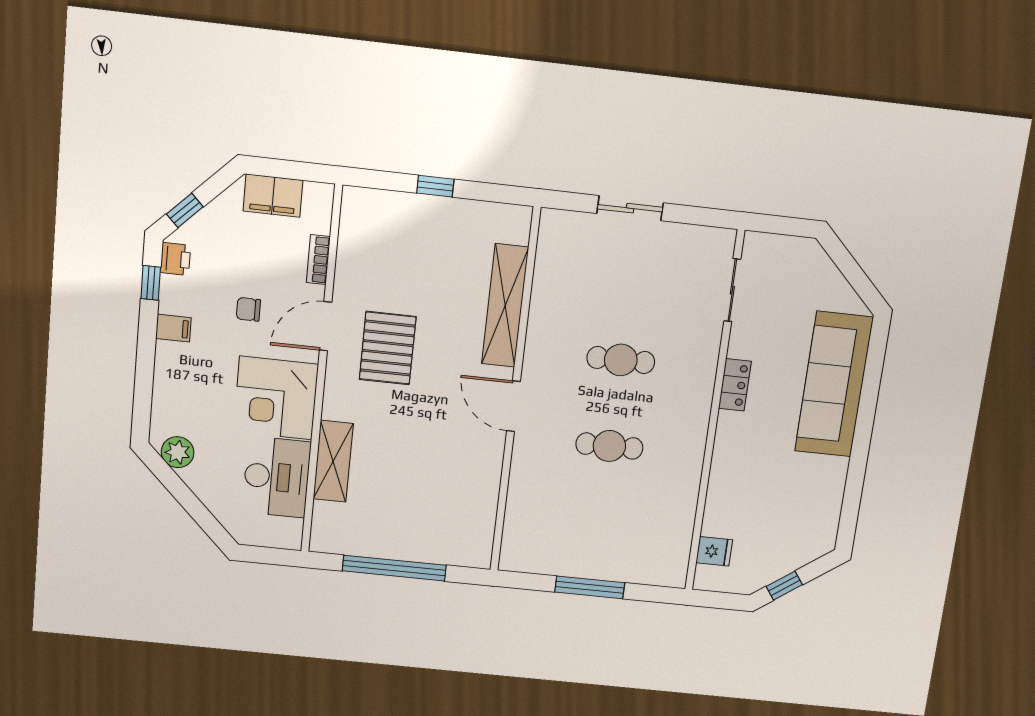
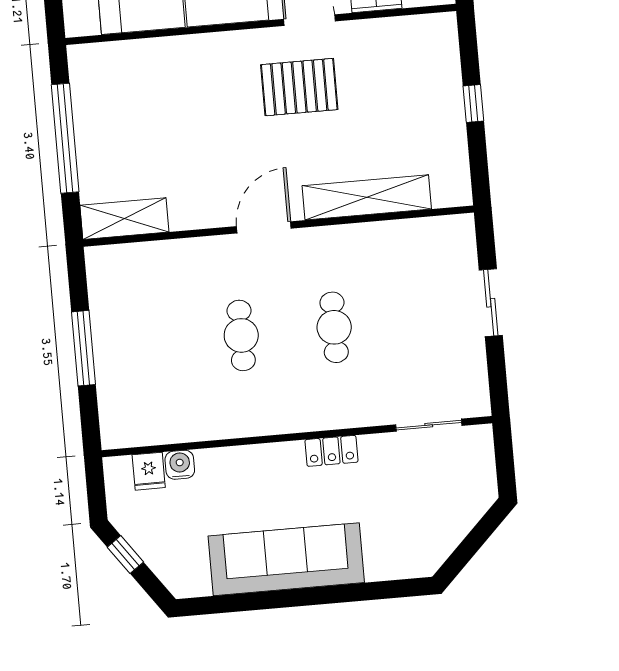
sofa: (834, 384) -> (286, 559), moved
shelving: (333, 461) -> (124, 219), moved
water cooler: (715, 523) -> (180, 465), added

